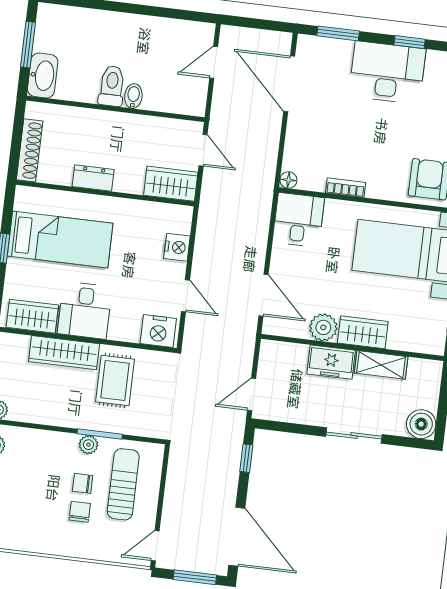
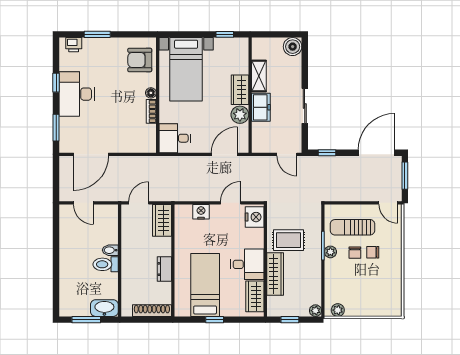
floor lamp: (288, 180) -> (151, 93), moved
sliding door: (354, 435) -> (305, 106), moved

